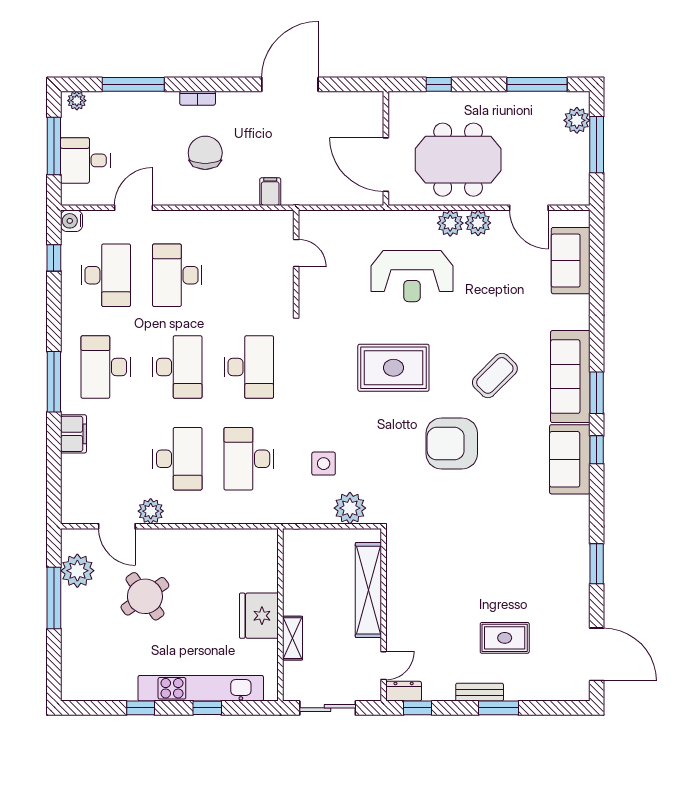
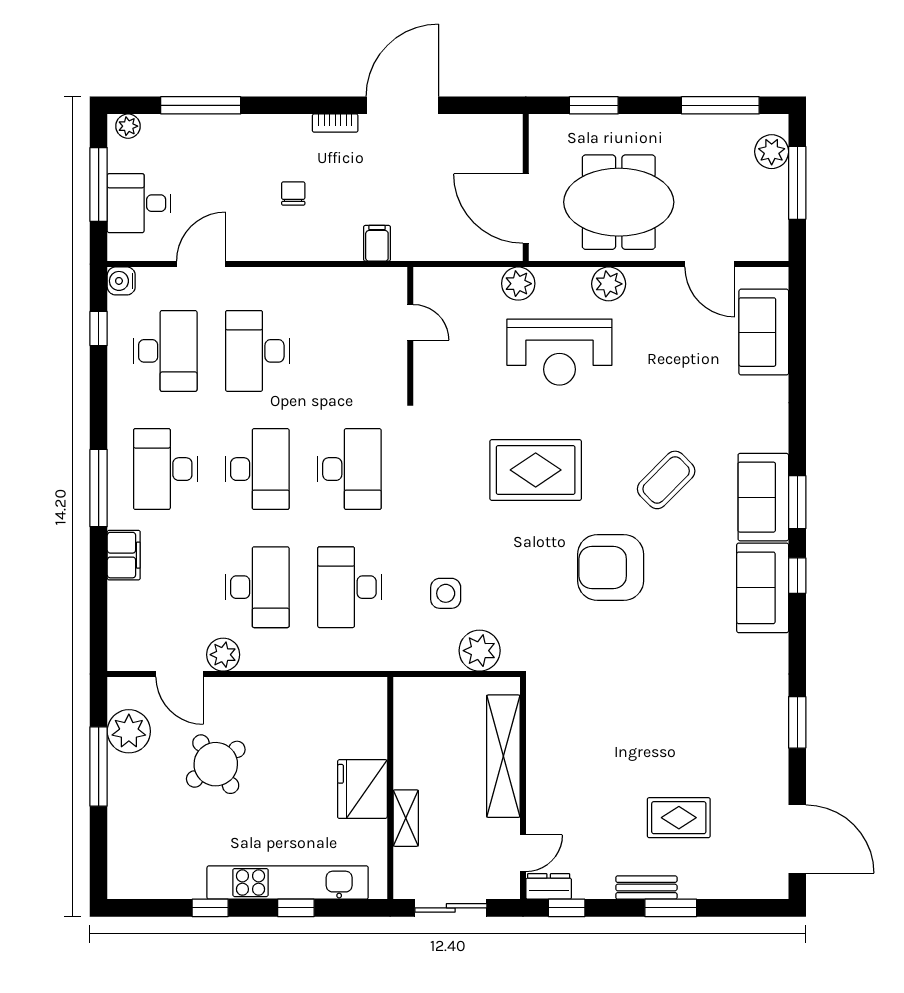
window: (439, 84) -> (594, 105), width x1.50
bookcase: (198, 98) -> (335, 123), moved
chair: (205, 153) -> (293, 193), width x0.54, depth x0.54
plant: (478, 223) -> (518, 284), moved
sofa: (570, 377) -> (763, 497), width x0.73

